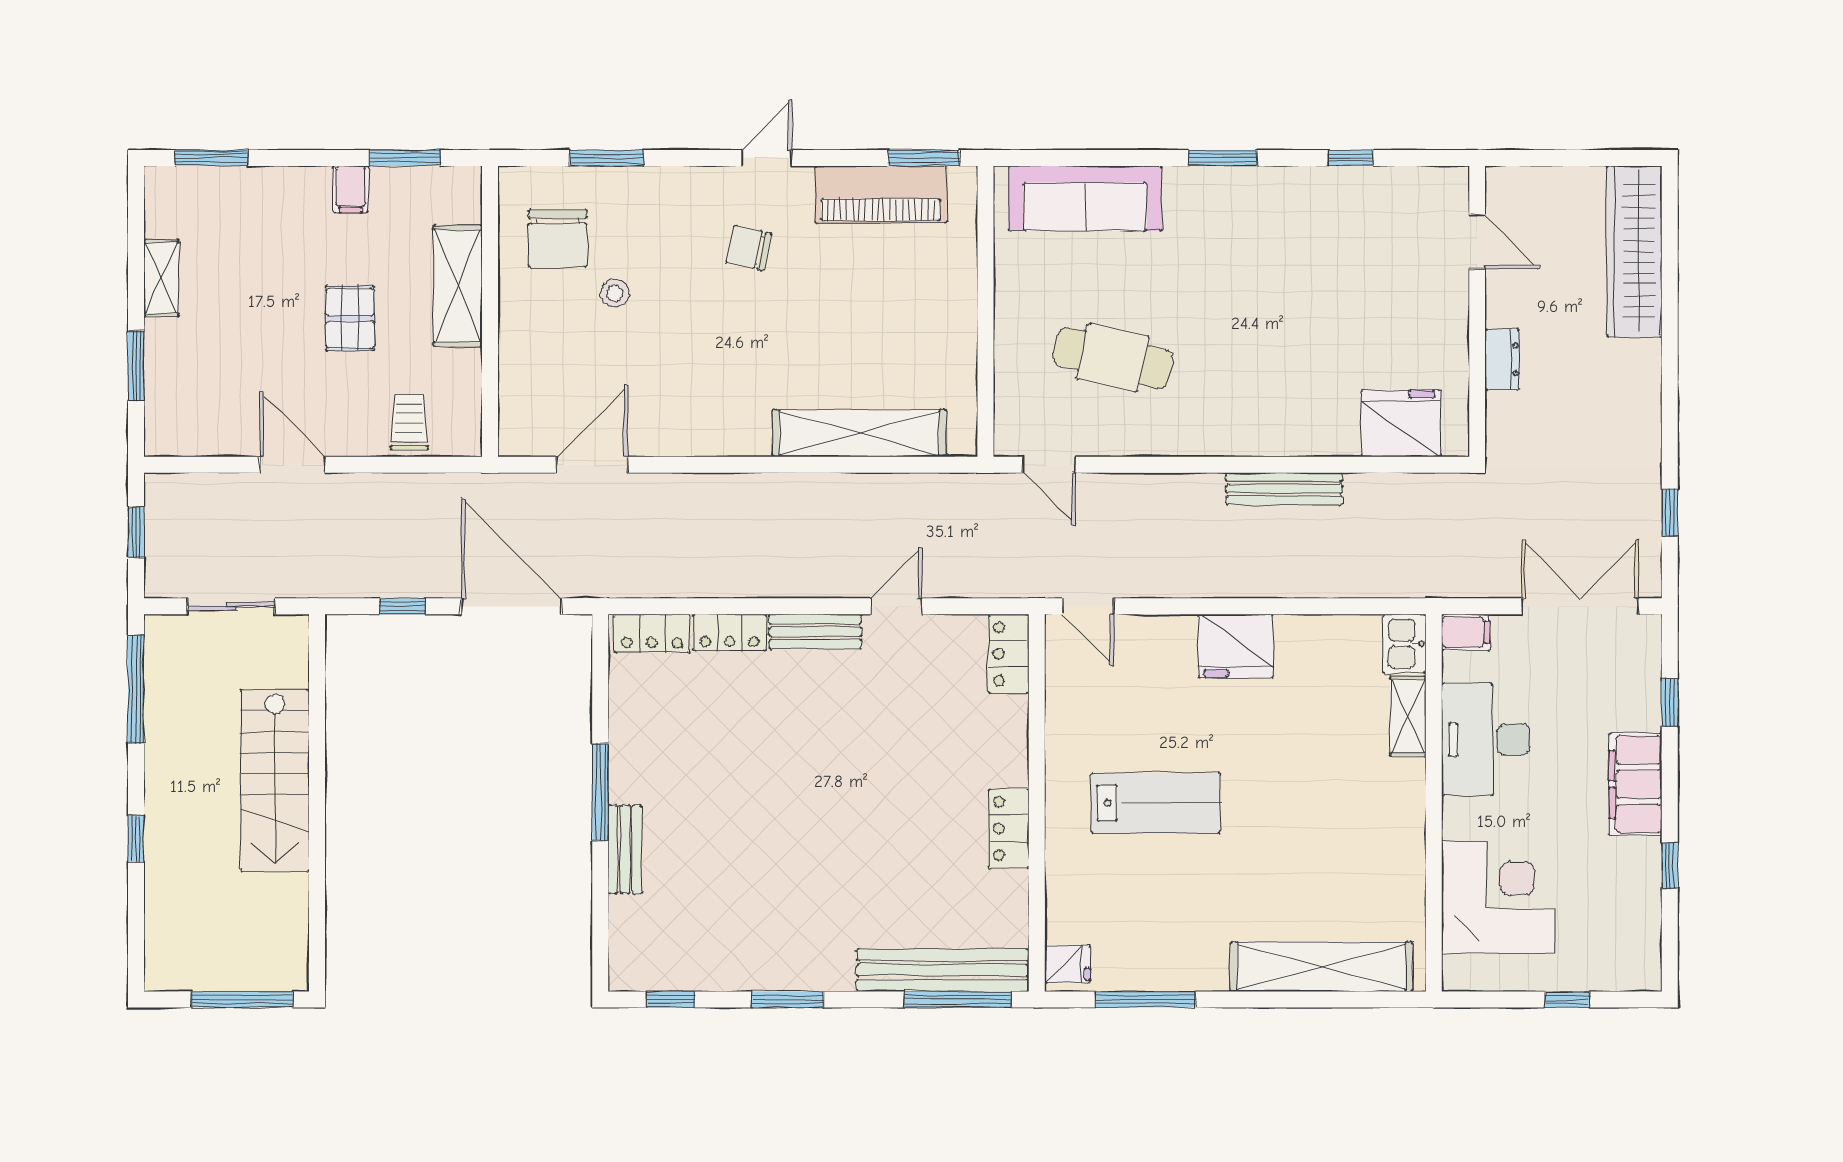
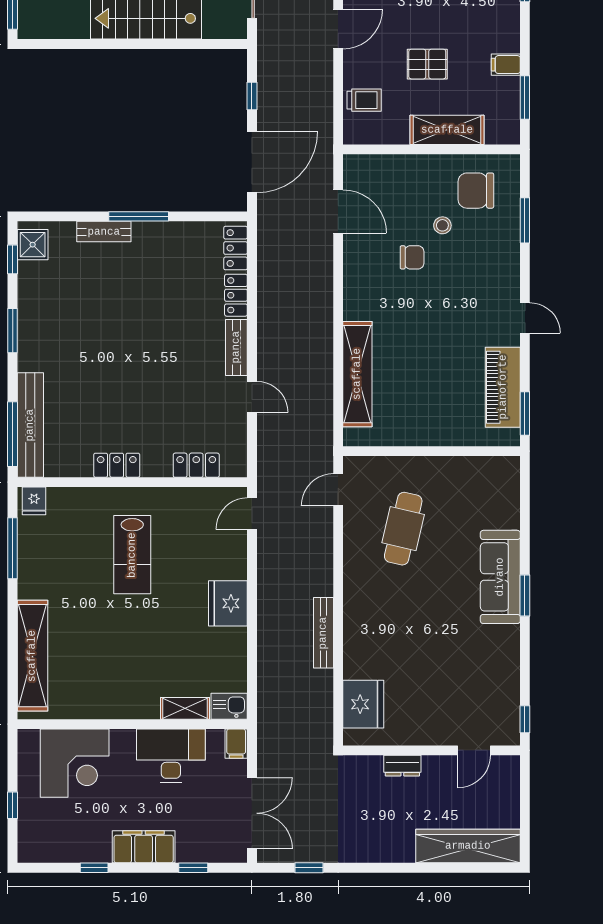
window: (1351, 158) -> (525, 719), moved
sofa: (1085, 198) -> (500, 577), moved
chair: (749, 248) -> (412, 257), moved, turned 77
locker: (1009, 654) -> (196, 465), moved
shower: (646, 966) -> (33, 245), added

